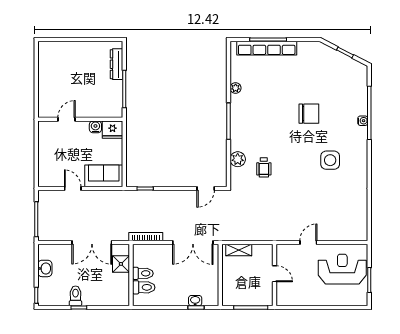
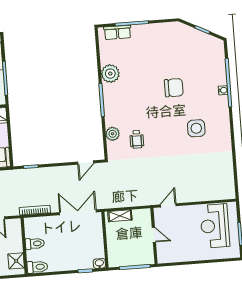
row of seats: (267, 48) -> (117, 32), width x0.50
plant: (236, 88) -> (110, 74), width x1.87, depth x1.87
double door: (193, 243) -> (78, 212), swing flipped
door: (308, 243) -> (168, 205), moved
shower: (121, 264) -> (16, 261), moved
reception desk: (342, 269) -> (215, 226), turned -90
toilet: (144, 287) -> (37, 267), moved
washbasin: (195, 301) -> (99, 263), moved

